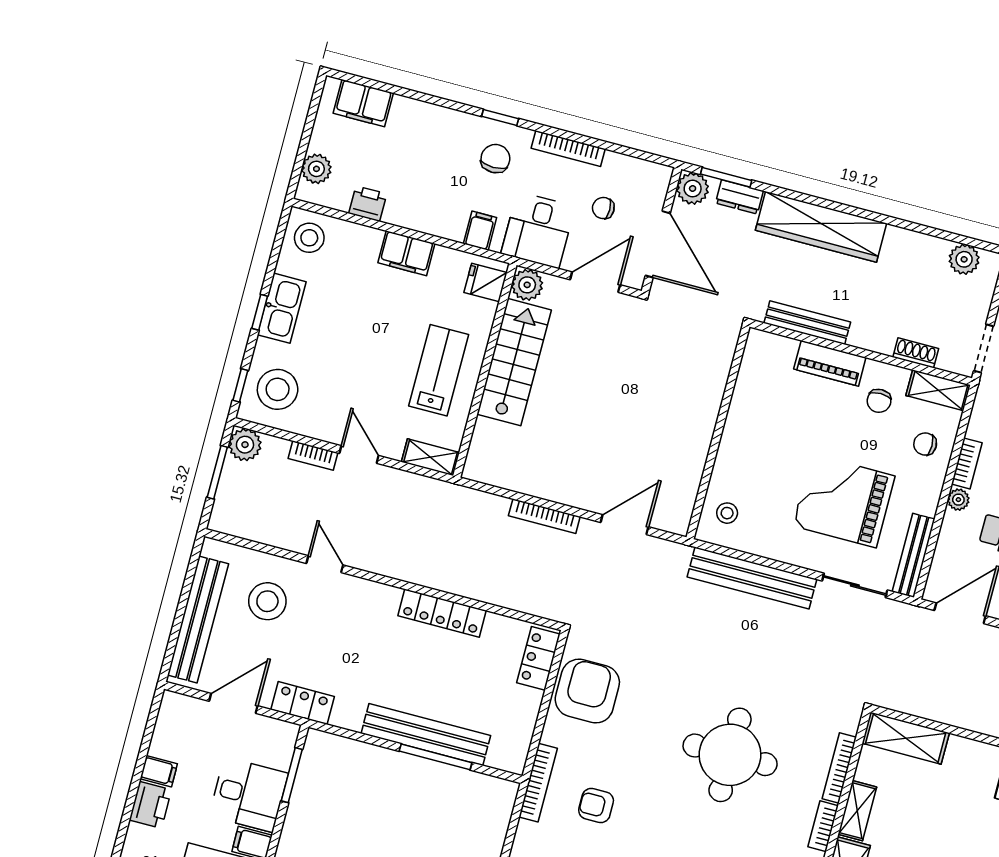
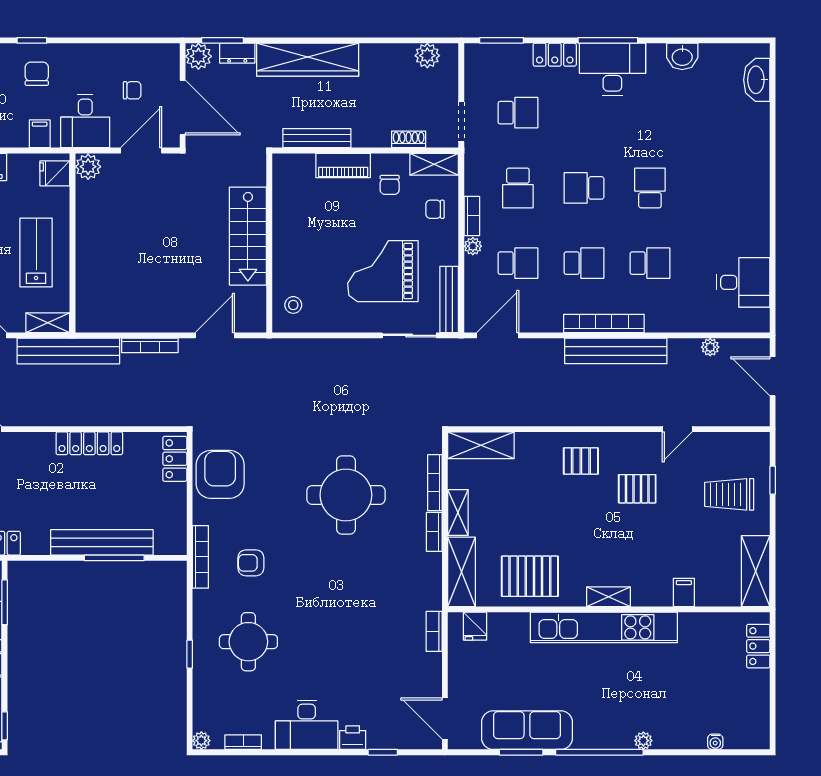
bookcase: (568, 149) -> (92, 51), removed
chair: (603, 208) -> (132, 90), turned 180
stairs: (514, 362) -> (248, 236), moved, turned 180
bench: (752, 578) -> (68, 351), moved

